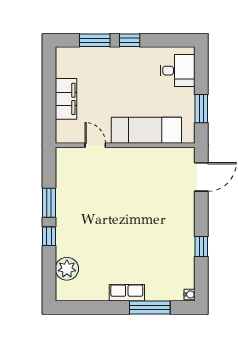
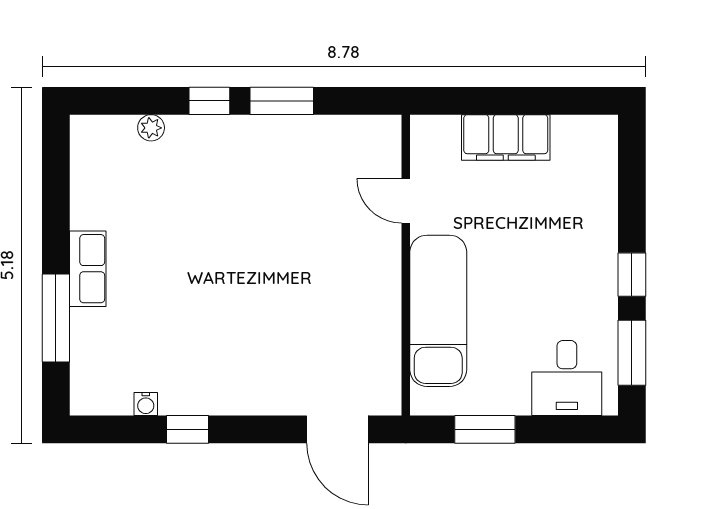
window: (95, 40) -> (632, 353), moved
door: (95, 145) -> (406, 201), swing flipped
plant: (67, 269) -> (151, 128), width x0.53, depth x0.53
water cooler: (190, 294) -> (146, 404), moved

